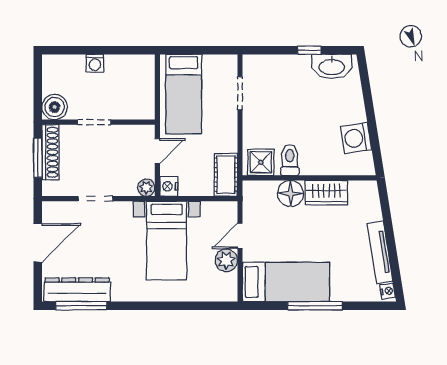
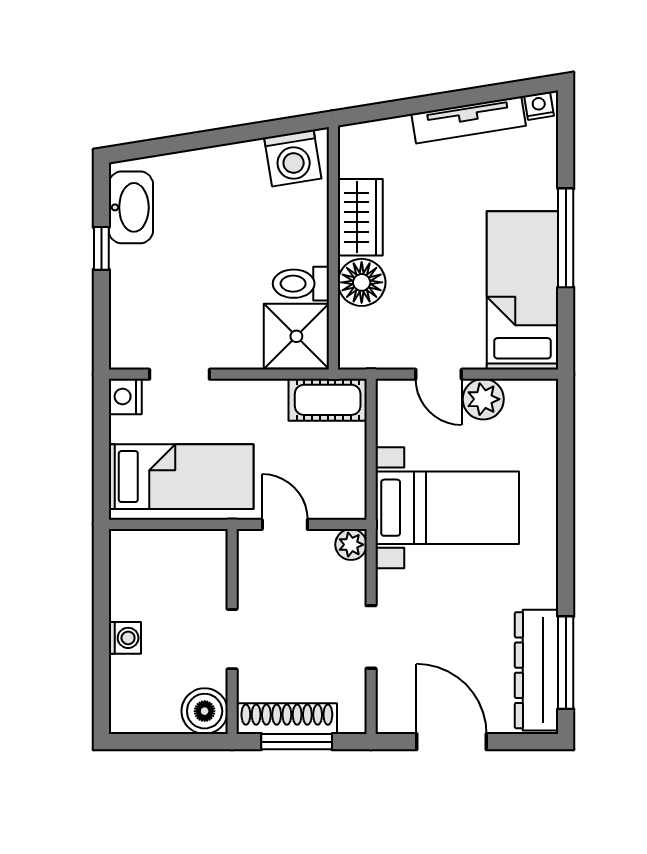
washing machine: (356, 138) -> (293, 158), moved
shower: (261, 162) -> (296, 336), width x1.36, depth x1.36
nightstand: (169, 186) -> (125, 397), moved, turned 90

